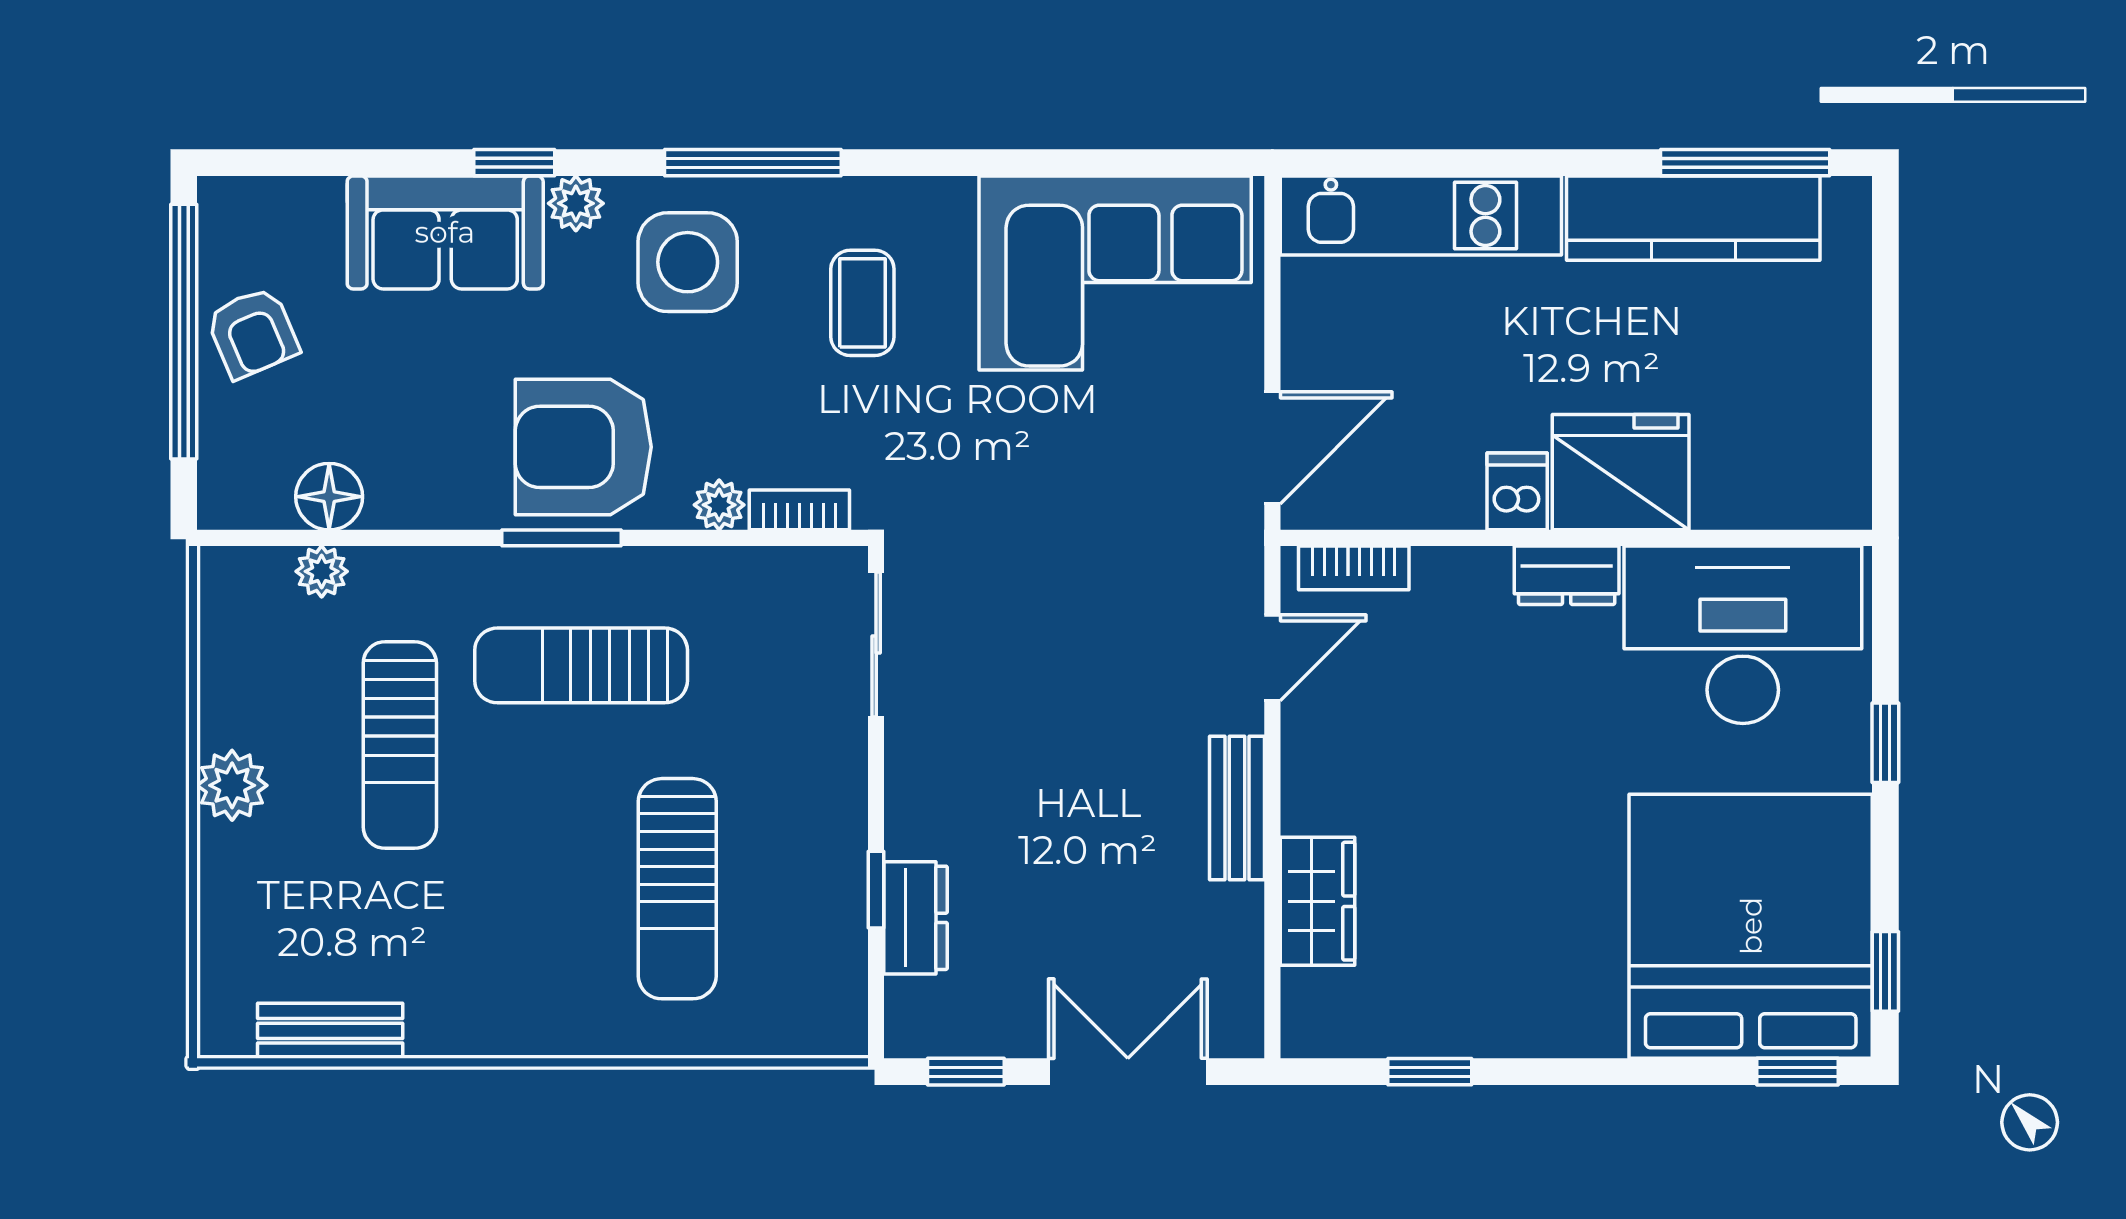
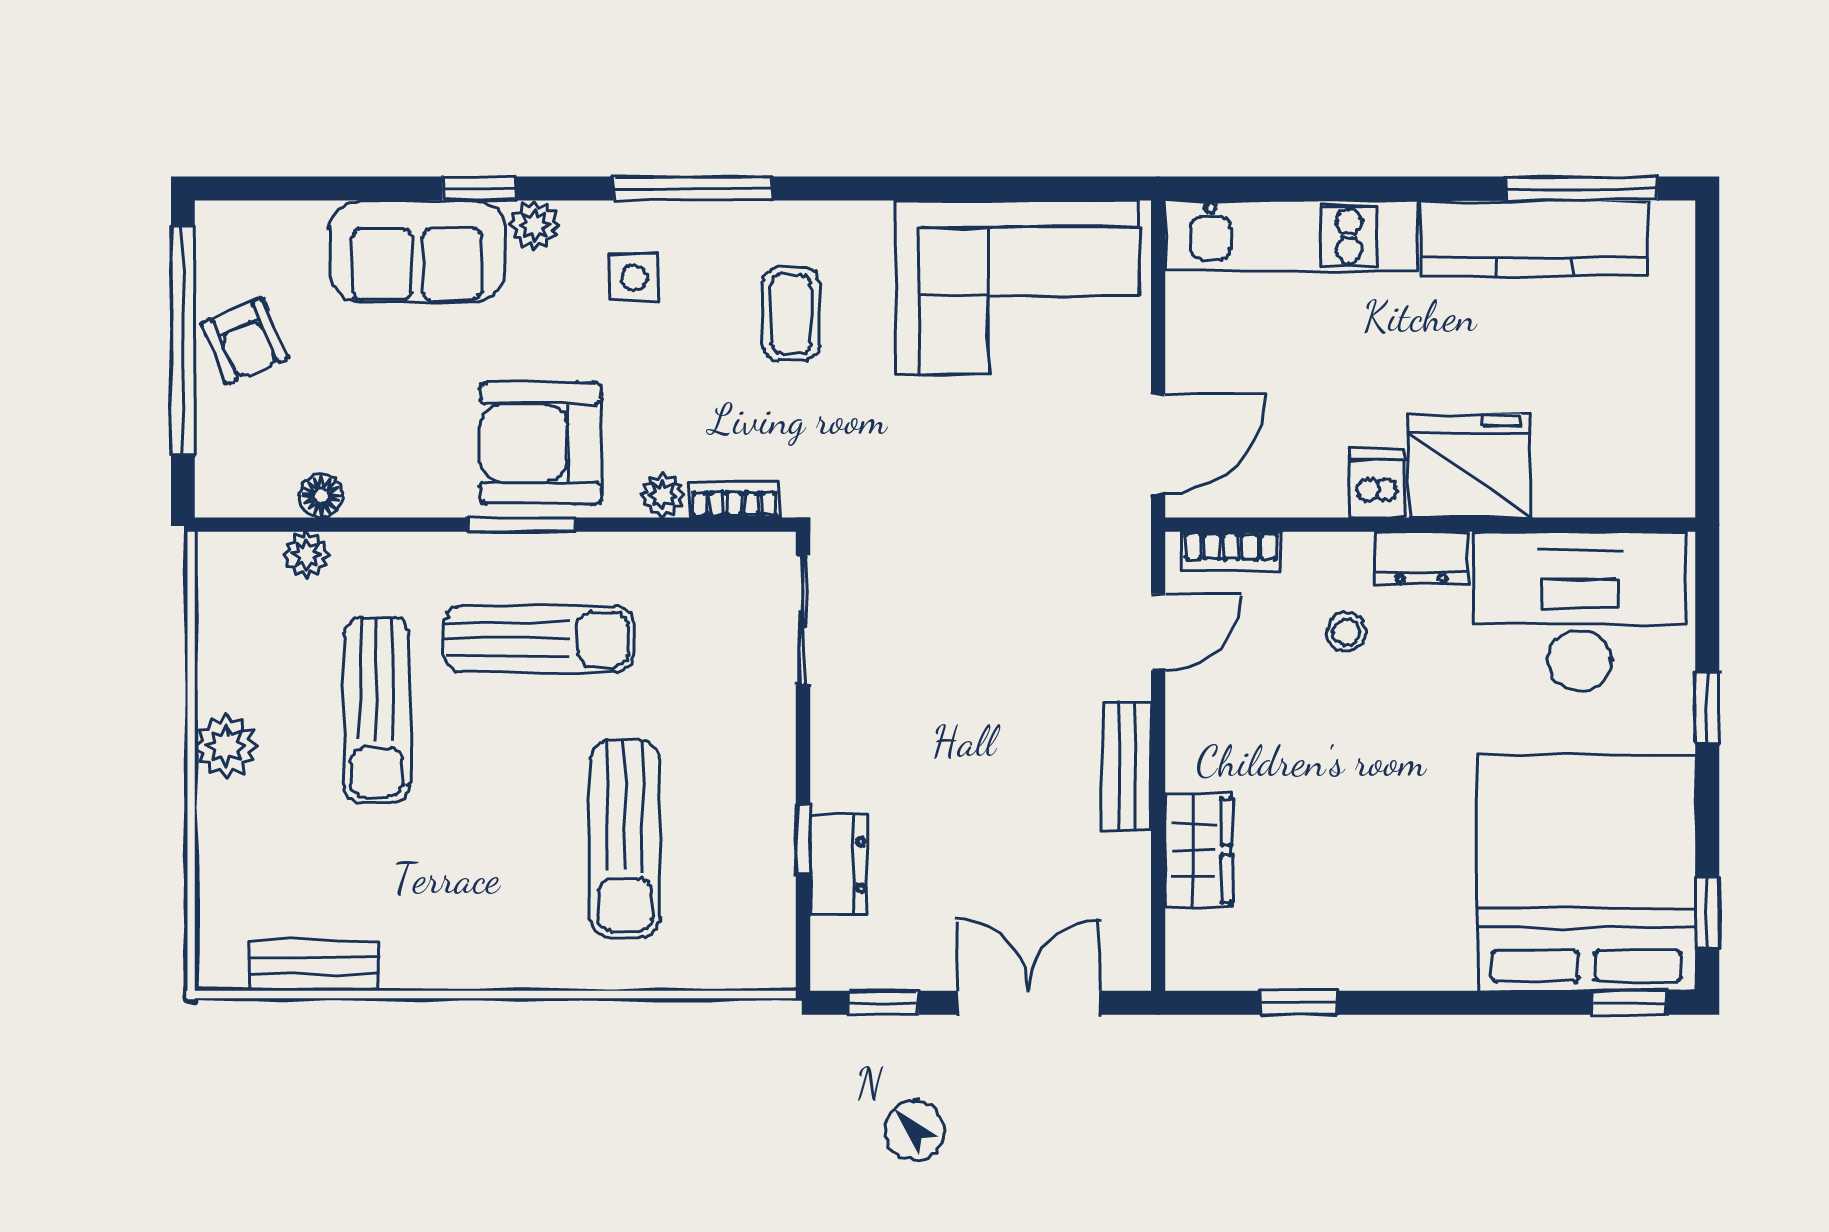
side table: (688, 262) -> (634, 278), width x0.54, depth x0.54
floor lamp: (329, 497) -> (321, 496), width x0.73, depth x0.73
stool: (1482, 658) -> (1346, 632), added
sun lounger: (581, 665) -> (539, 639), turned 180

